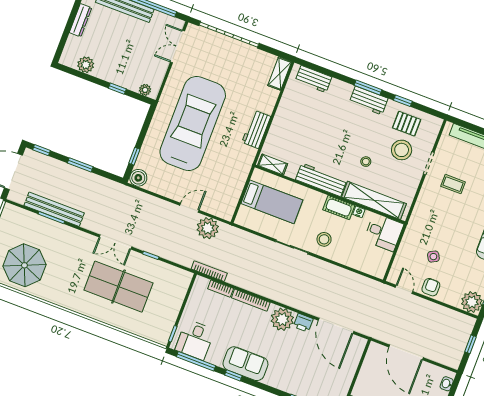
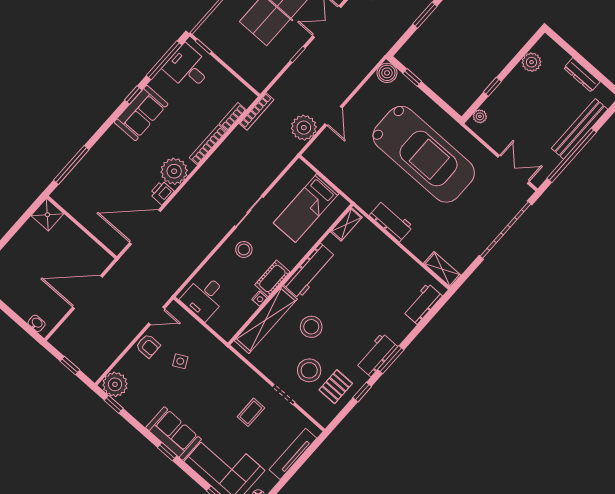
stool: (366, 162) -> (311, 327), width x1.89, depth x1.89
desk: (384, 232) -> (204, 297), moved

